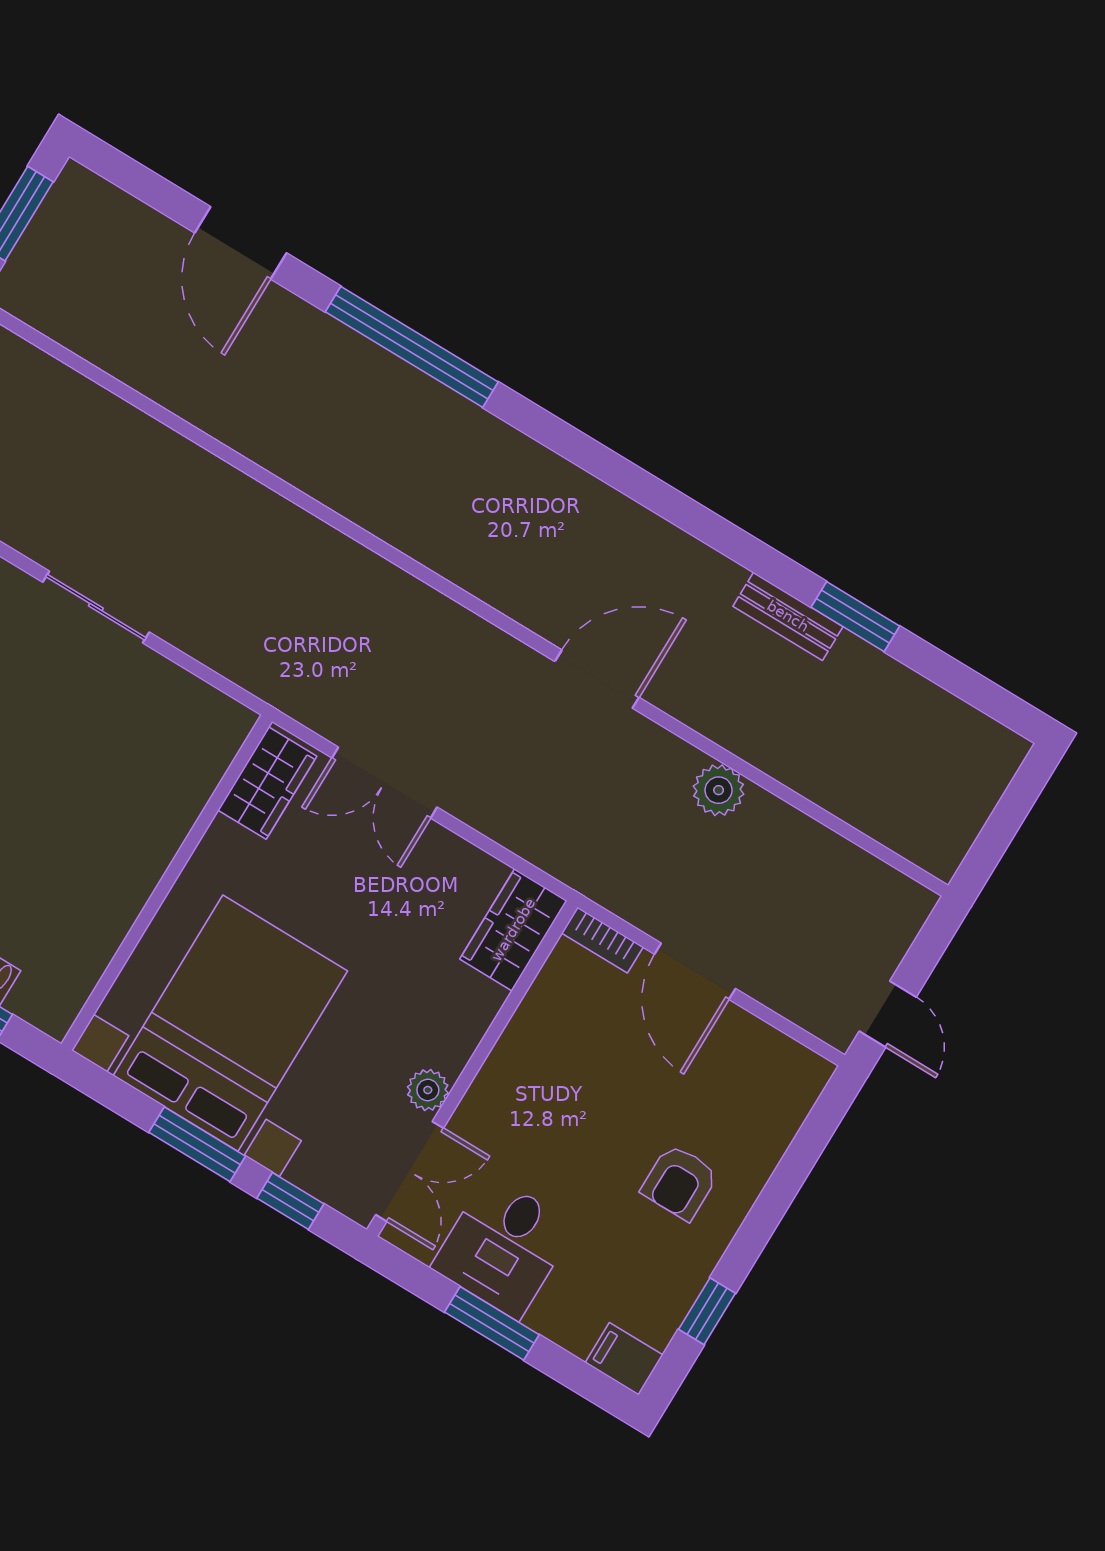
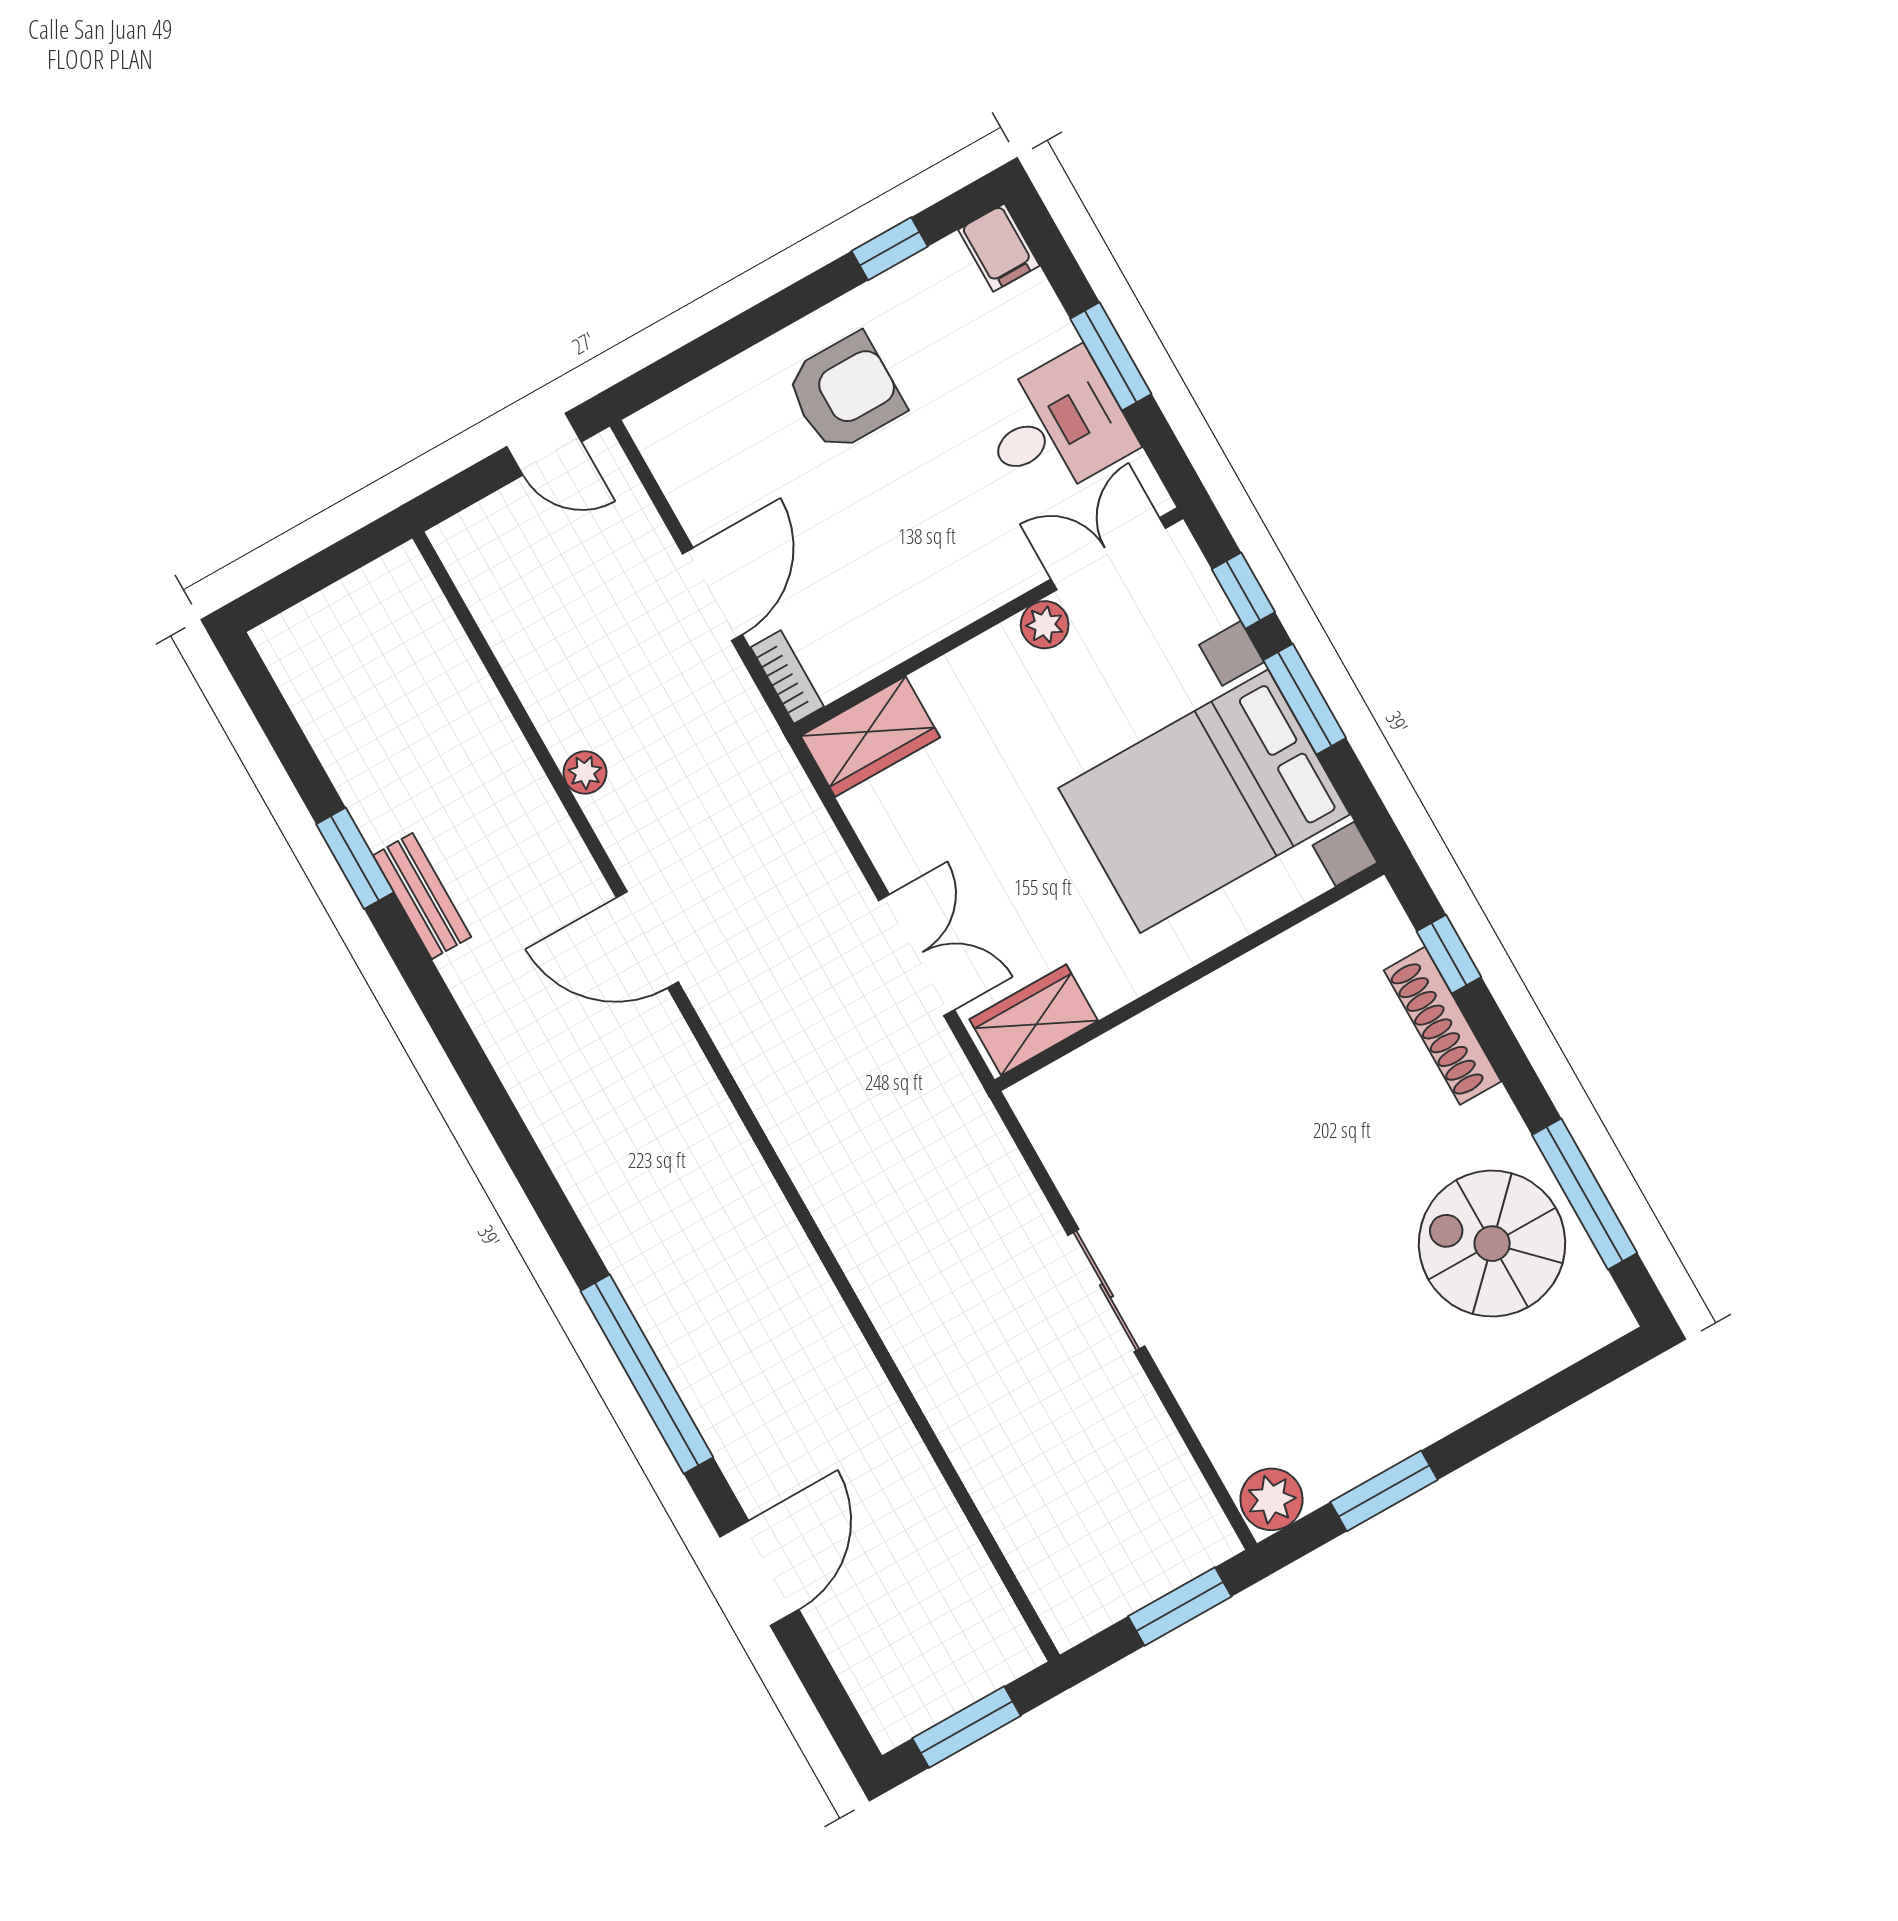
plant: (719, 790) -> (585, 773), width x0.73, depth x0.73
door: (888, 1014) -> (544, 444), swing flipped
armchair: (680, 1182) -> (845, 393), width x1.38, depth x1.38

